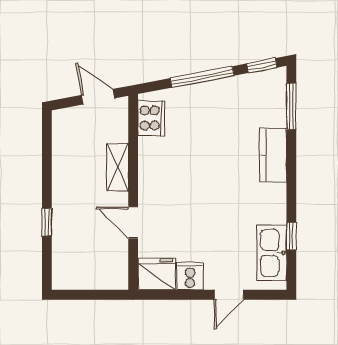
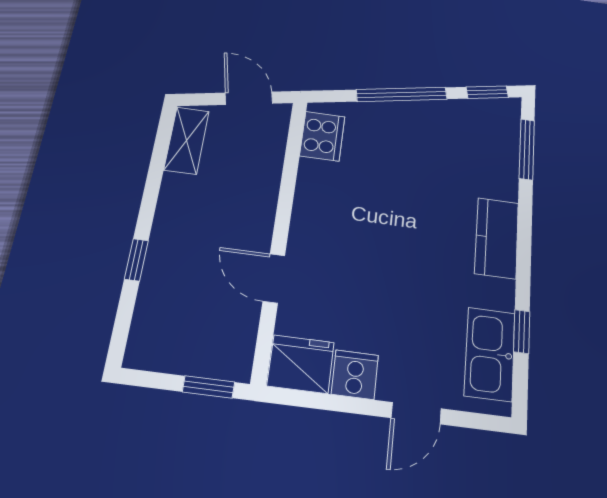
kitchen counter: (273, 155) -> (497, 238), moved
shelving: (118, 167) -> (187, 140), moved
window: (104, 295) -> (209, 387), added

